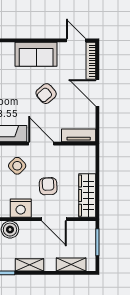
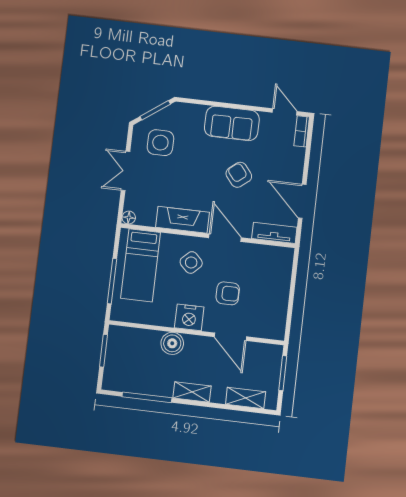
bookcase: (91, 61) -> (302, 131), width x0.64
door: (97, 93) -> (302, 201), moved
armchair: (46, 94) -> (239, 175), turned 92
armchair: (48, 186) -> (228, 293), turned 93
wardrobe: (87, 196) -> (276, 311), removed

